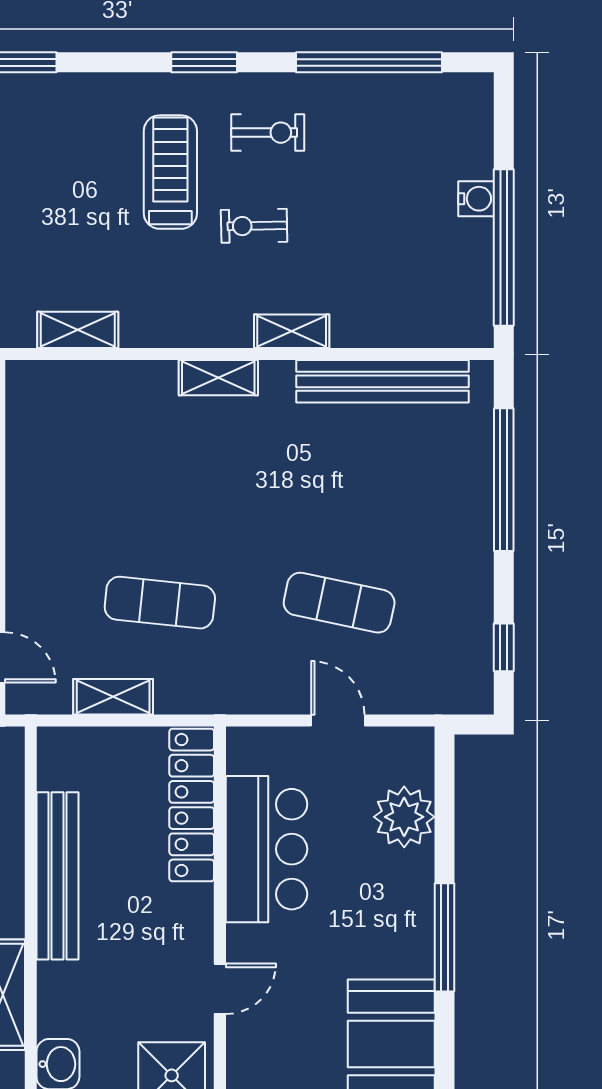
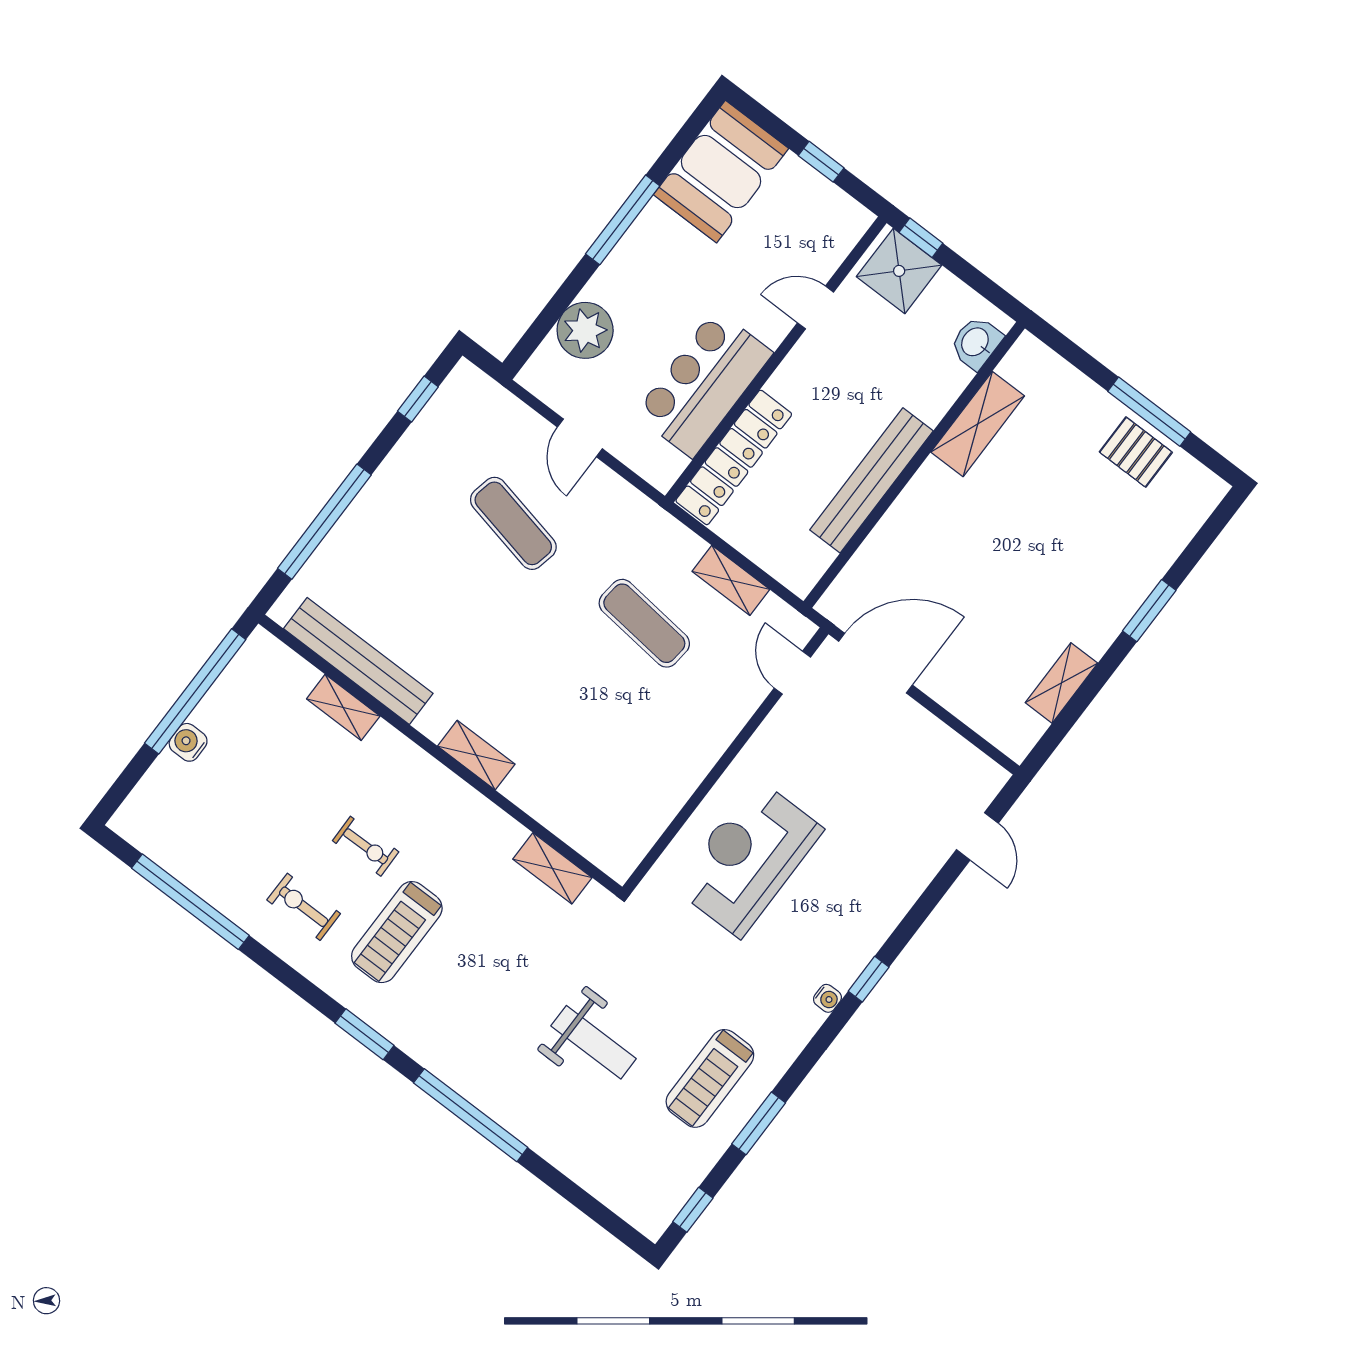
window: (204, 62) -> (364, 1034), moved
shelving: (292, 331) -> (343, 707), moved

